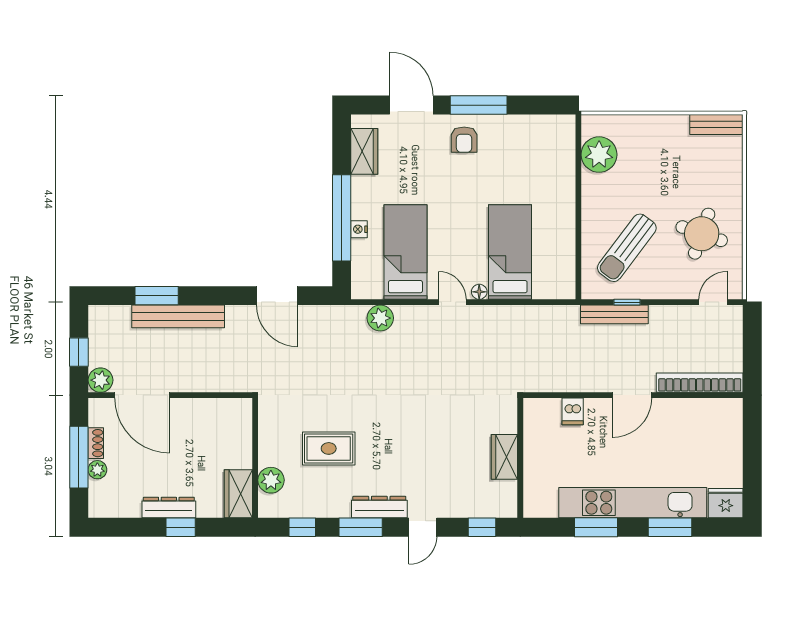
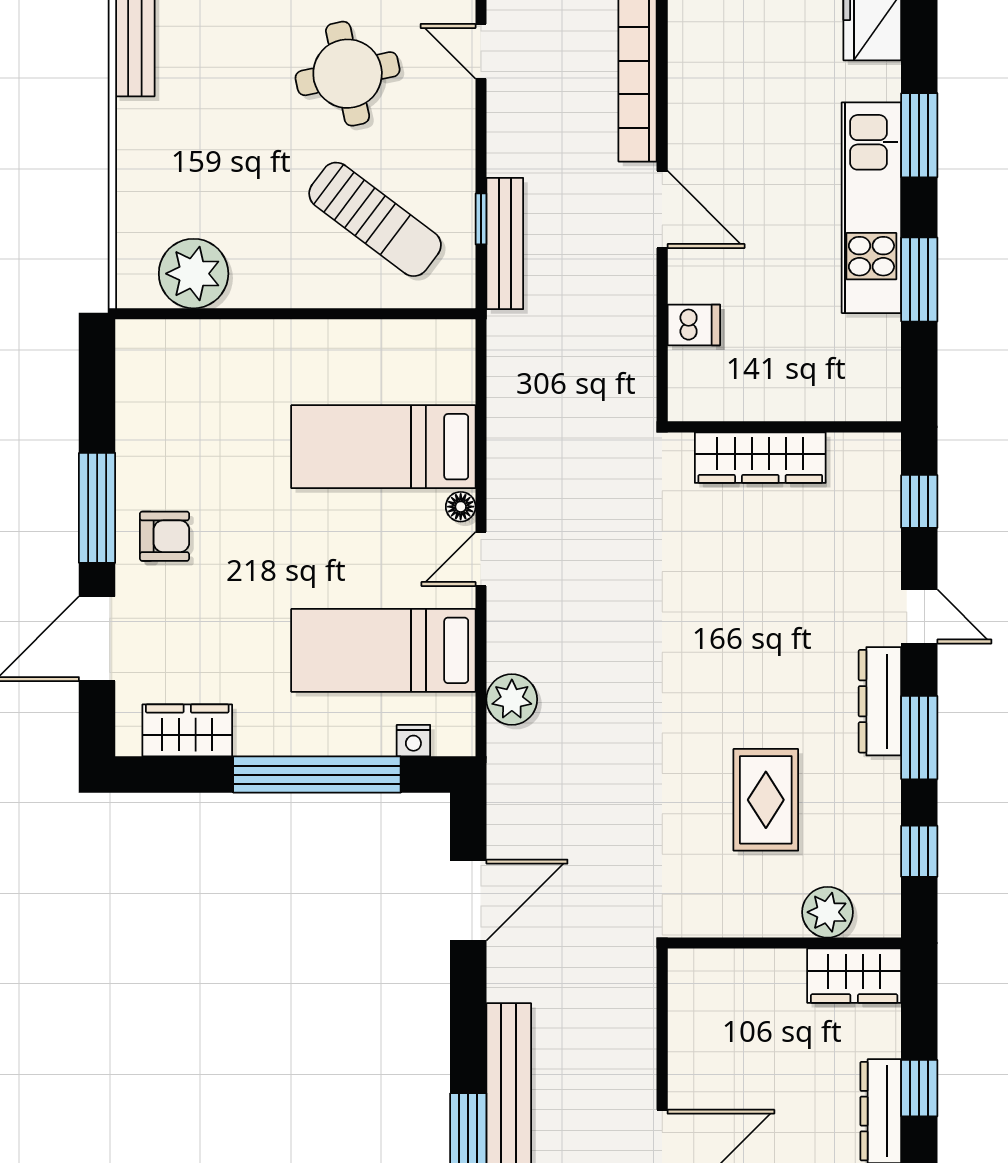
nightstand: (359, 229) -> (413, 741), moved
round table: (702, 234) -> (348, 74), turned -31
wardrobe: (504, 457) -> (760, 458), width x1.50
kitchen unit: (633, 503) -> (871, 208), width x0.73

